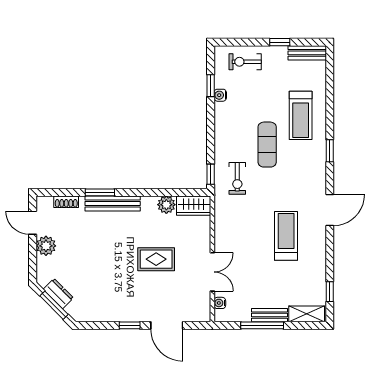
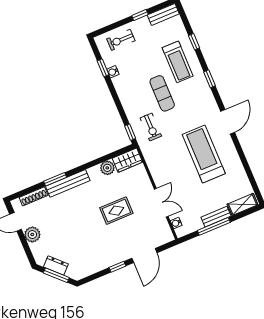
shoe rack: (66, 202) -> (34, 196), width x1.43
treadmill: (286, 236) -> (204, 154), width x1.37, depth x1.38
window: (330, 292) -> (194, 42), moved
door: (167, 325) -> (144, 255), hinge flipped

